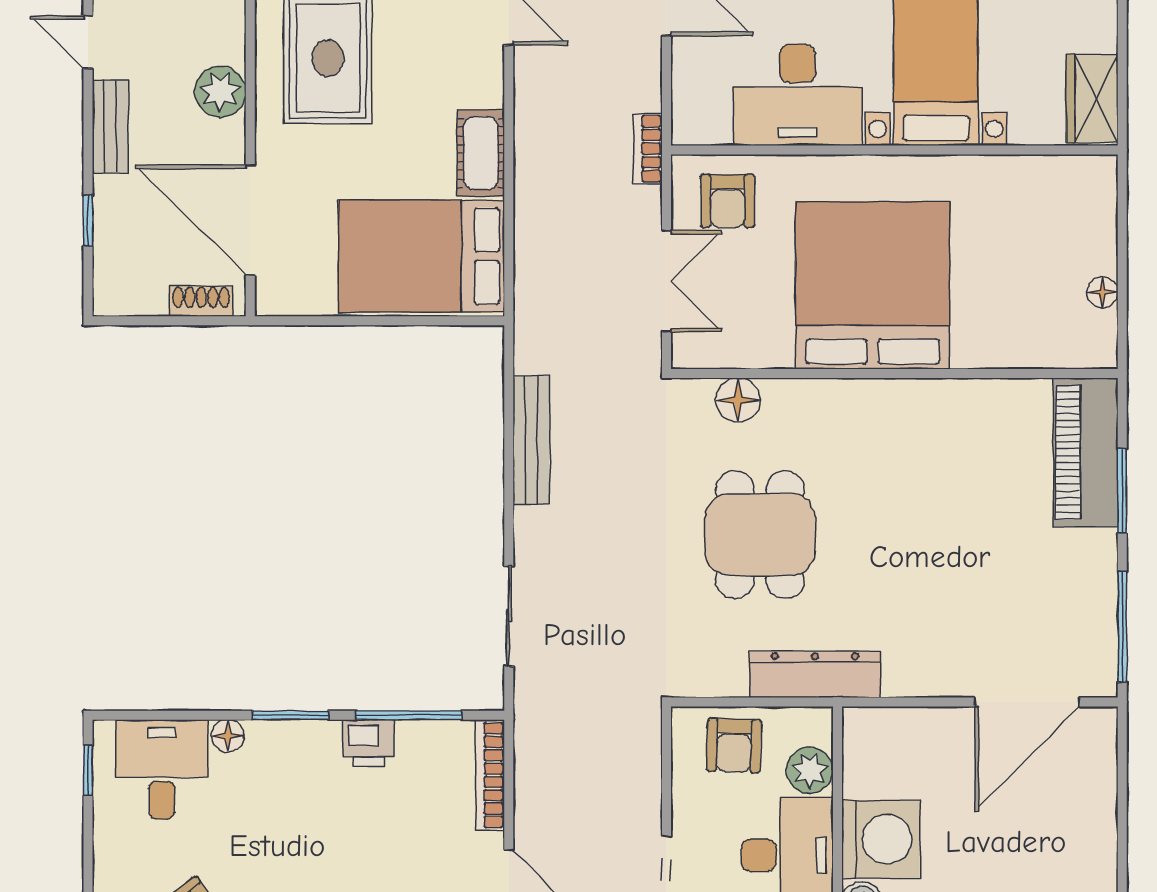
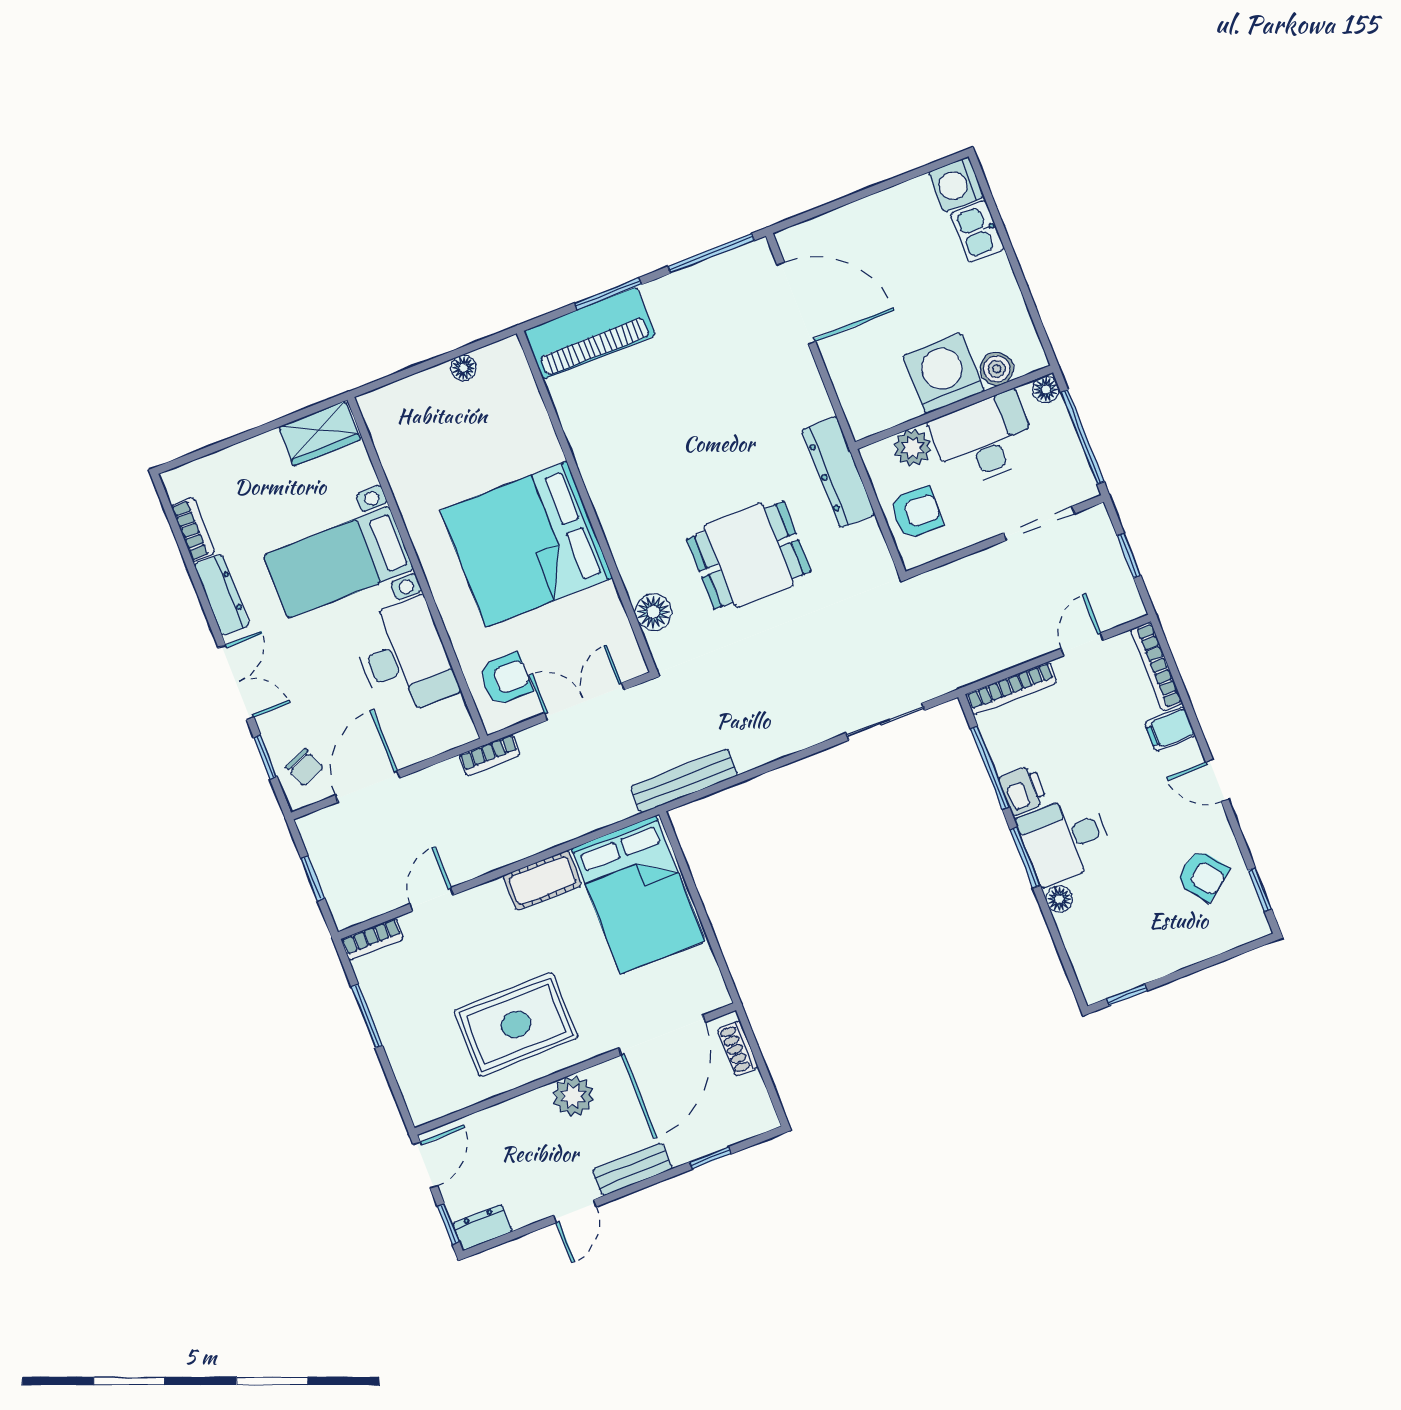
bench: (531, 440) -> (684, 781), moved
desk: (162, 769) -> (1065, 839), moved

